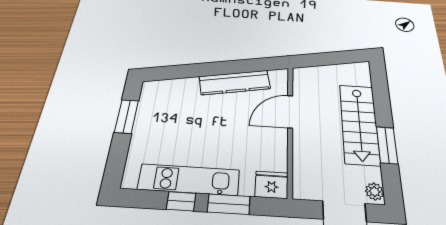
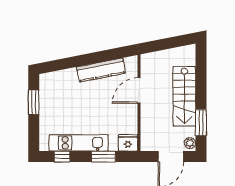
window: (387, 145) -> (201, 123), moved
window: (181, 201) -> (62, 157), moved

